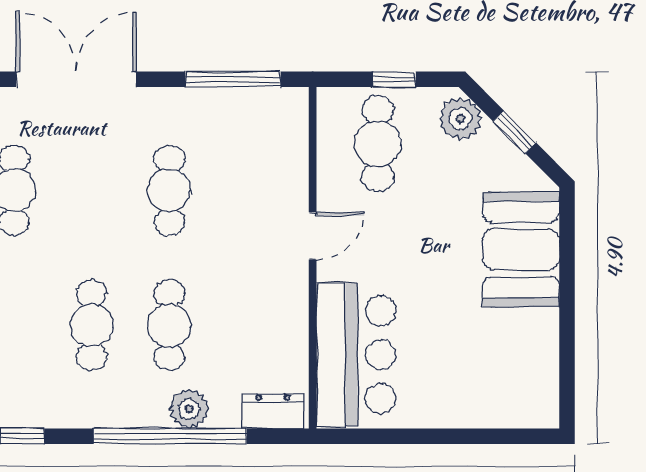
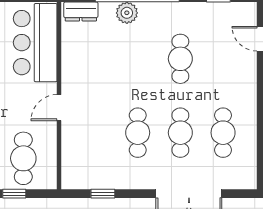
window: (233, 79) -> (103, 194), width x0.46
cafe table: (169, 325) -> (180, 133), moved

